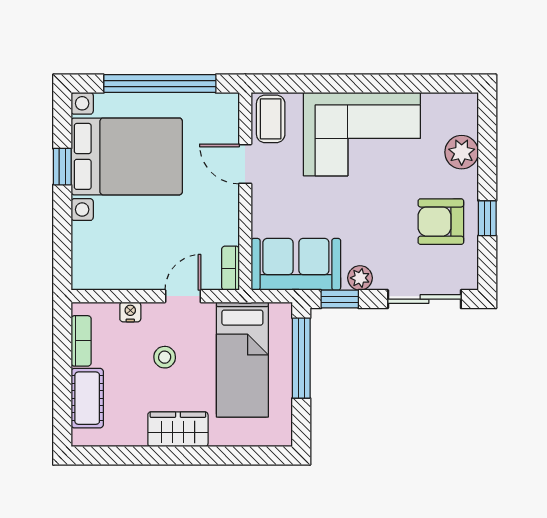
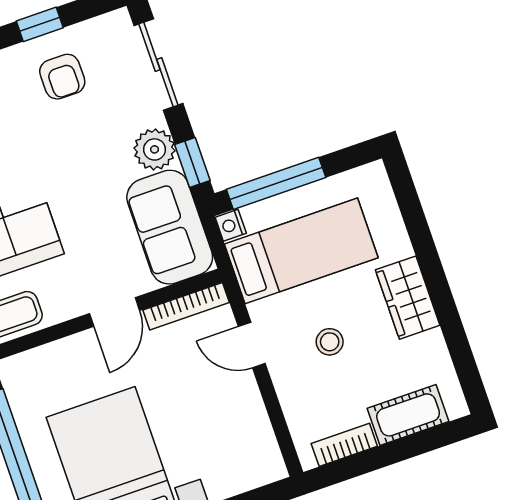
door: (245, 164) -> (114, 312), moved
armchair: (441, 222) -> (62, 77), width x0.72, depth x0.72
bookcase: (230, 268) -> (186, 306), width x1.56
plant: (360, 278) -> (154, 149), width x1.38, depth x1.38
nightstand: (130, 312) -> (231, 225), moved

